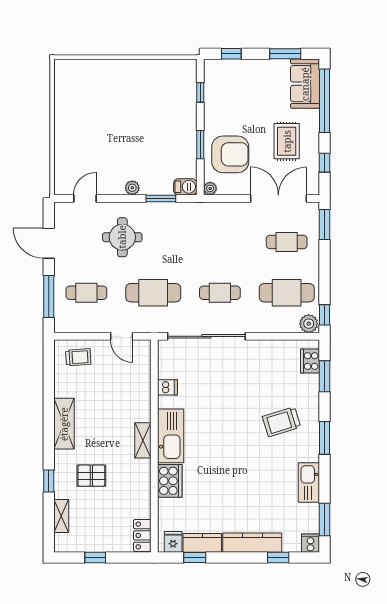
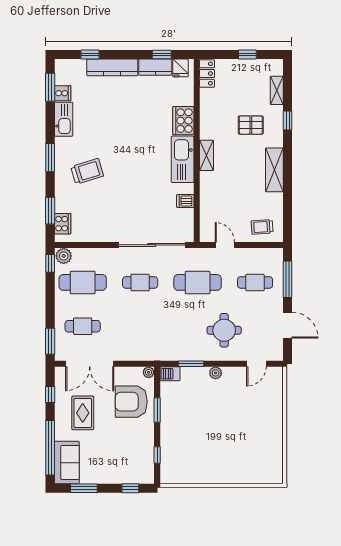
cooker: (310, 543) -> (63, 93), moved, turned -90

